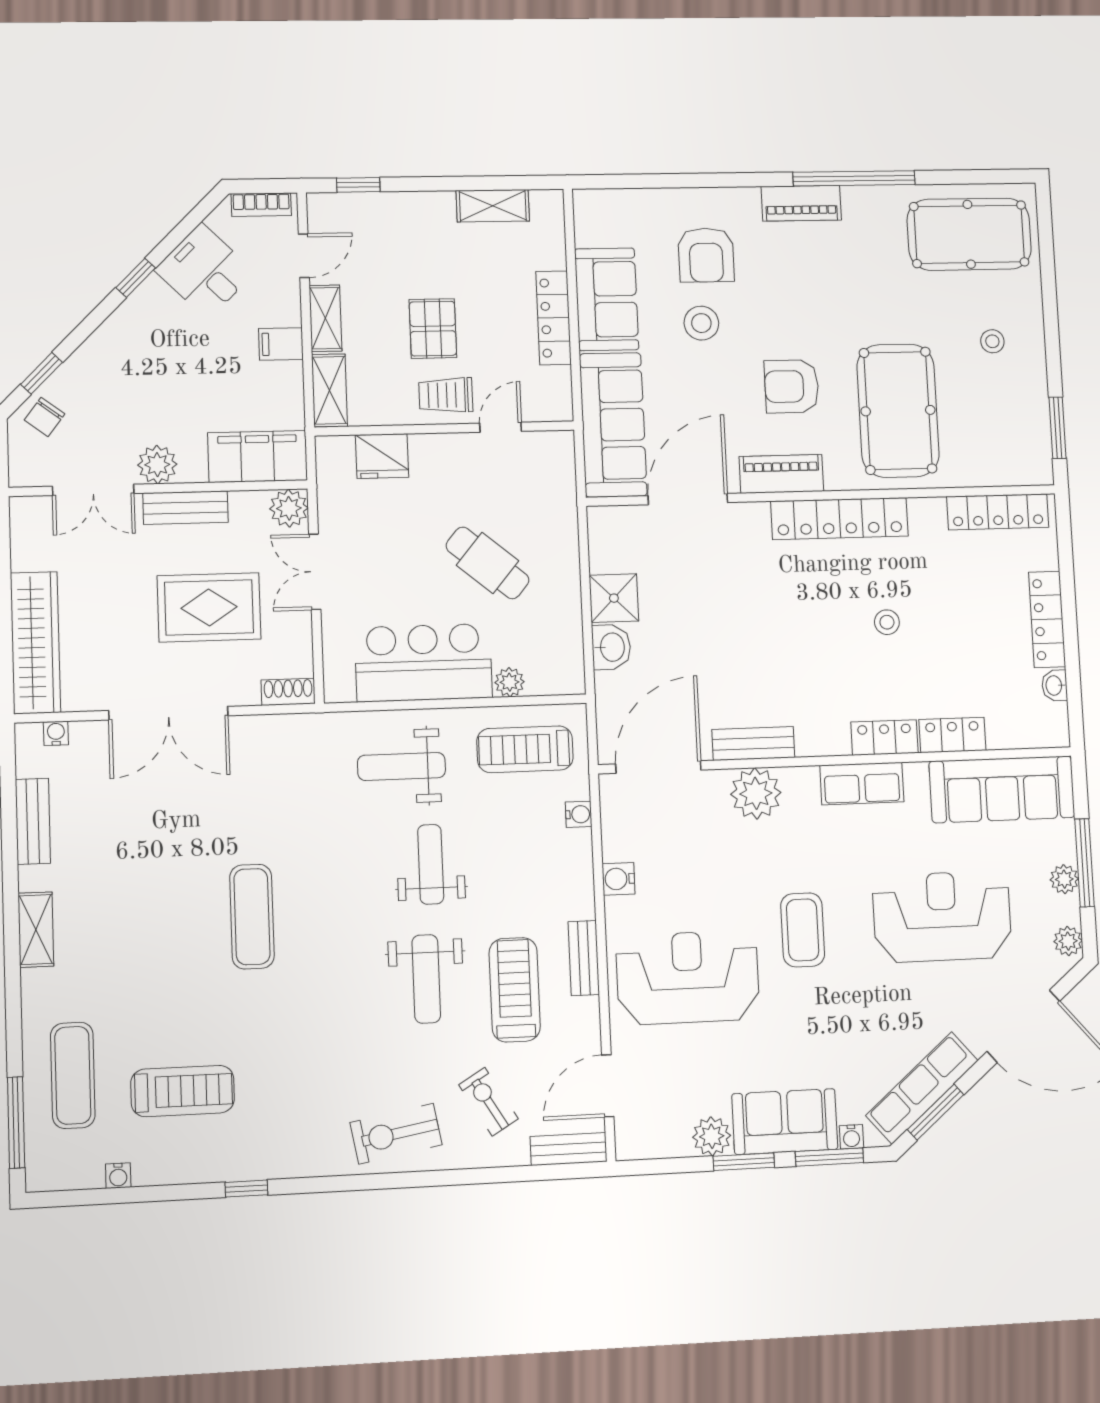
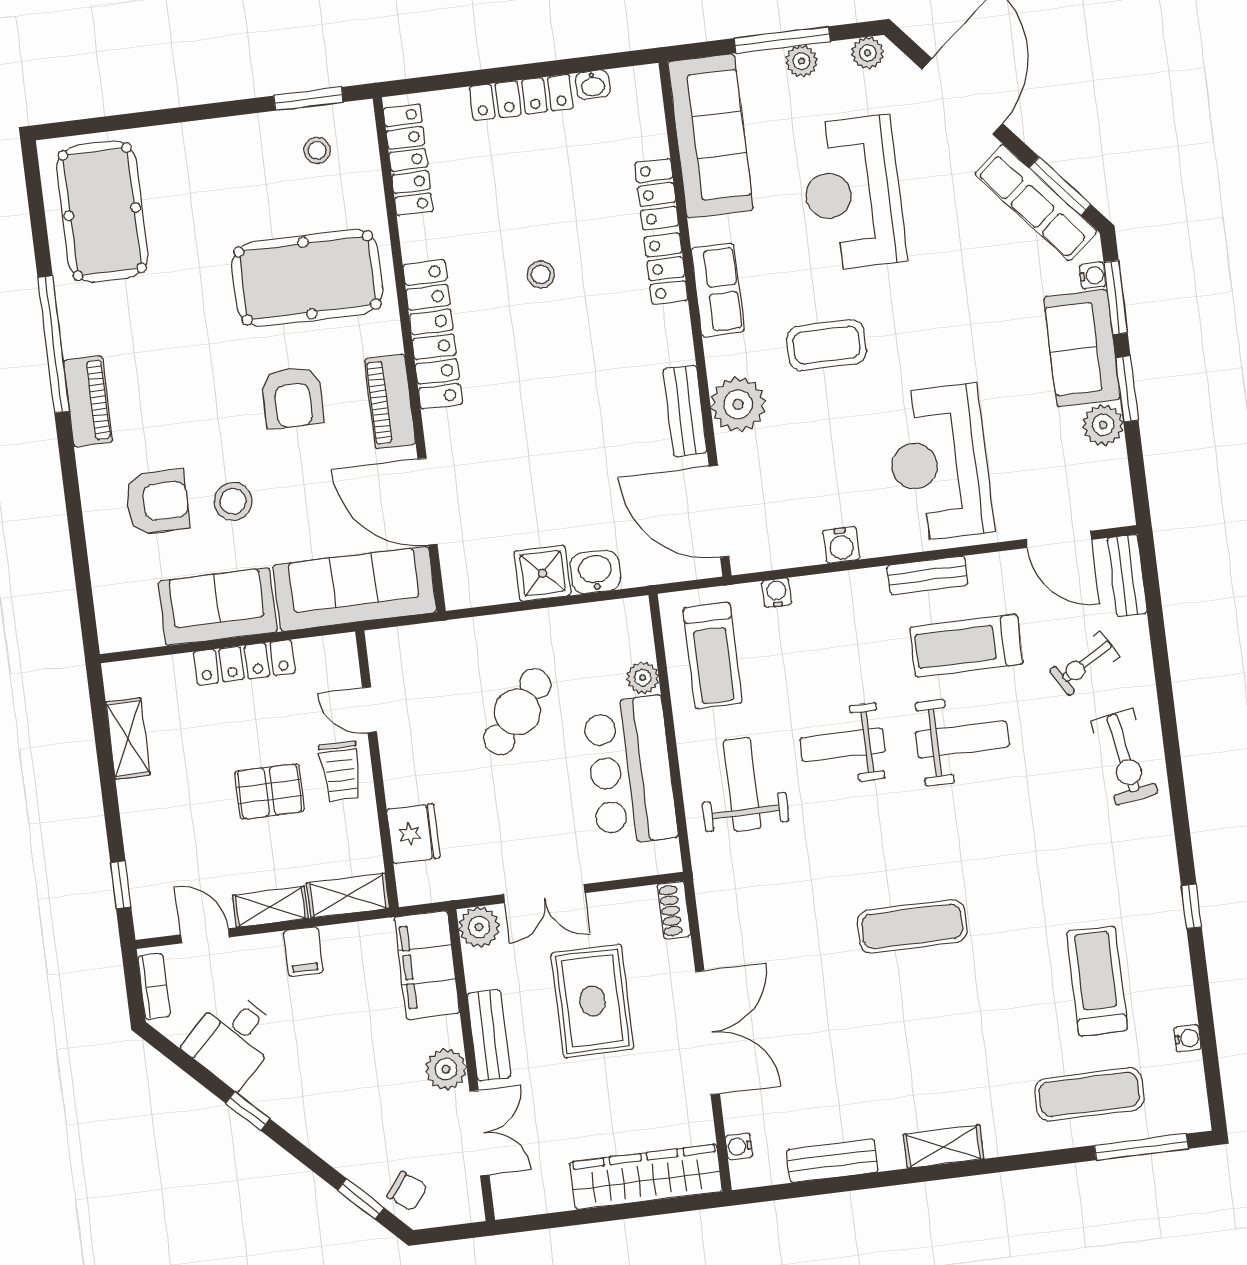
stool: (992, 341) -> (317, 150), moved
weight bench: (401, 766) -> (742, 784), turned 180
coffee table: (803, 930) -> (827, 345), moved

